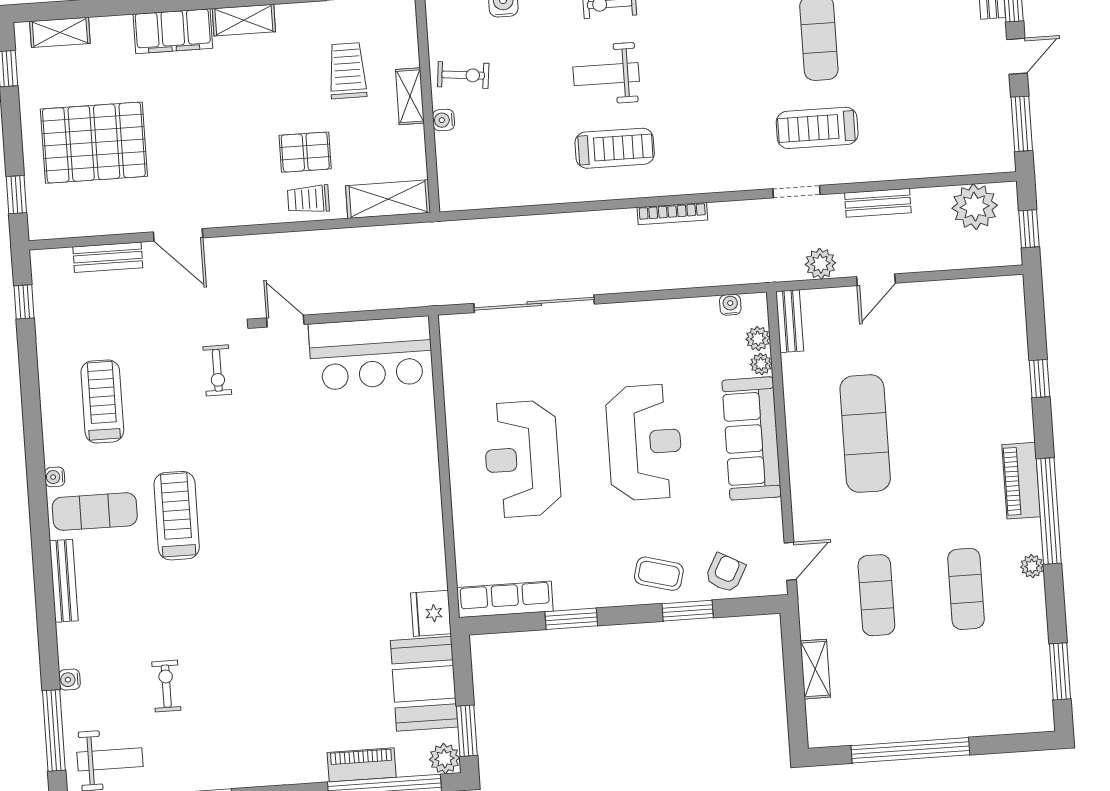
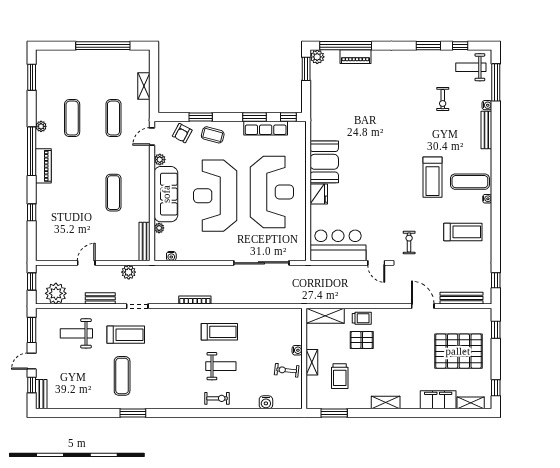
filing cabinet: (173, 31) -> (438, 400), moved
weight bench: (924, 123) -> (76, 333), added
treadmill: (615, 148) -> (219, 332), turned 180
bench: (108, 257) -> (461, 298), width x1.36
door: (876, 280) -> (86, 263), moved
bench: (790, 321) -> (145, 242), width x1.36
plant: (758, 339) -> (160, 160), moved
treadmill: (102, 401) -> (463, 232), turned -90
exercise mat: (865, 434) -> (113, 193), width x0.73, depth x0.69
reception desk: (644, 442) -> (215, 196), width x1.36, depth x1.30
reception desk: (522, 459) -> (272, 192), width x1.36, depth x1.30
bench: (64, 581) -> (486, 130), moved
row of seats: (505, 599) -> (266, 128), moved
fridge: (431, 613) -> (319, 194), moved
window: (498, 624) -> (288, 117), added
booth: (424, 684) -> (324, 162), moved

